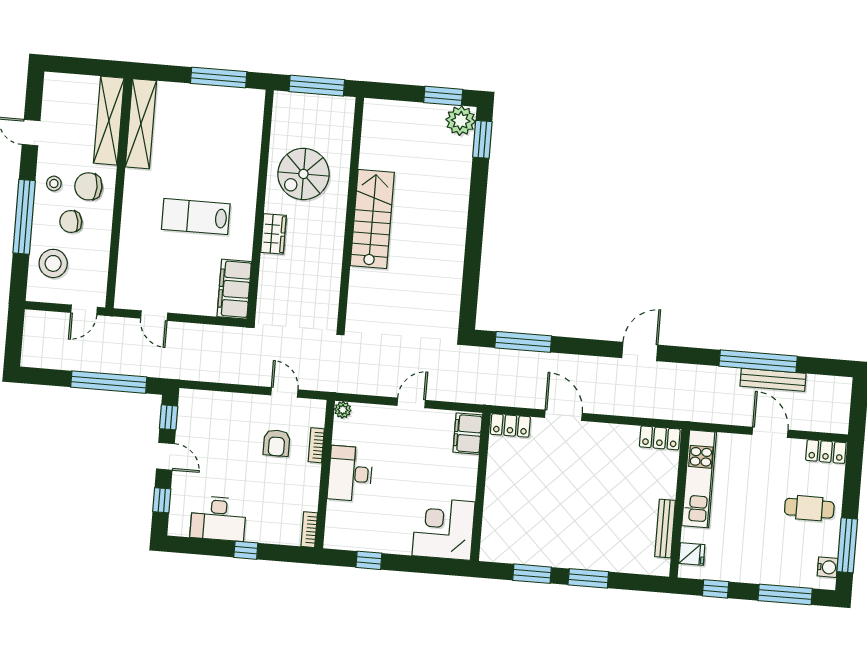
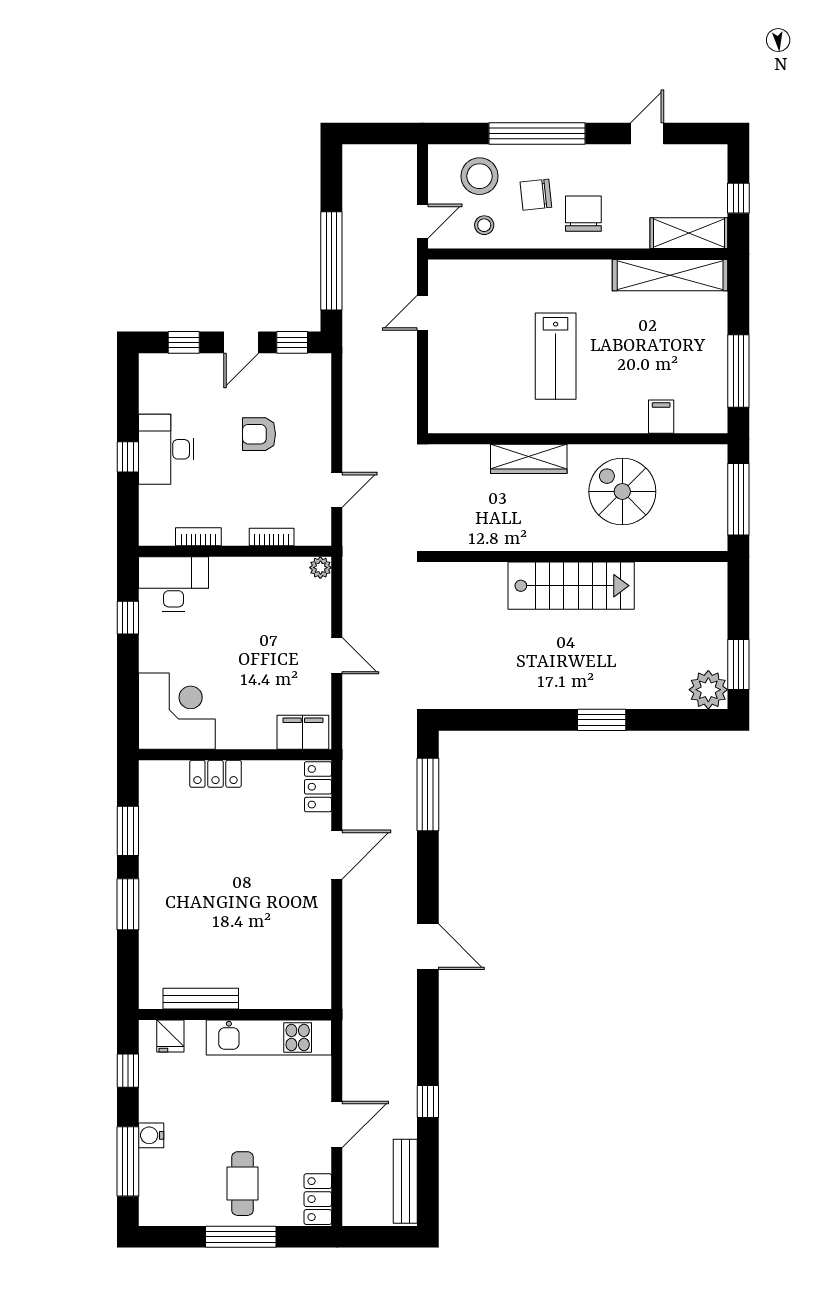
window: (86, 67) -> (738, 198), added
shelving: (109, 121) -> (689, 233), width x0.68
window: (482, 139) -> (602, 720), moved
stool: (54, 183) -> (484, 225), moved
lab bench: (196, 217) -> (556, 356), turned 180
chair: (71, 221) -> (536, 195), turned -86
wardrobe: (273, 234) -> (529, 459), width x1.50
filing cabinet: (234, 289) -> (661, 417), moved, width x0.33, depth x0.86
door: (84, 310) -> (422, 221), swing flipped
window: (758, 361) -> (428, 1102), width x0.32
bench: (773, 380) -> (405, 1181), moved
locker: (660, 438) -> (215, 774), moved, turned -90
armchair: (277, 443) -> (259, 434), moved
desk: (350, 474) -> (174, 584), moved
desk: (218, 518) -> (166, 449), moved
bookcase: (309, 530) -> (198, 537), moved
window: (847, 545) -> (241, 1237), moved
water cooler: (827, 567) -> (151, 1135), moved, turned 90

